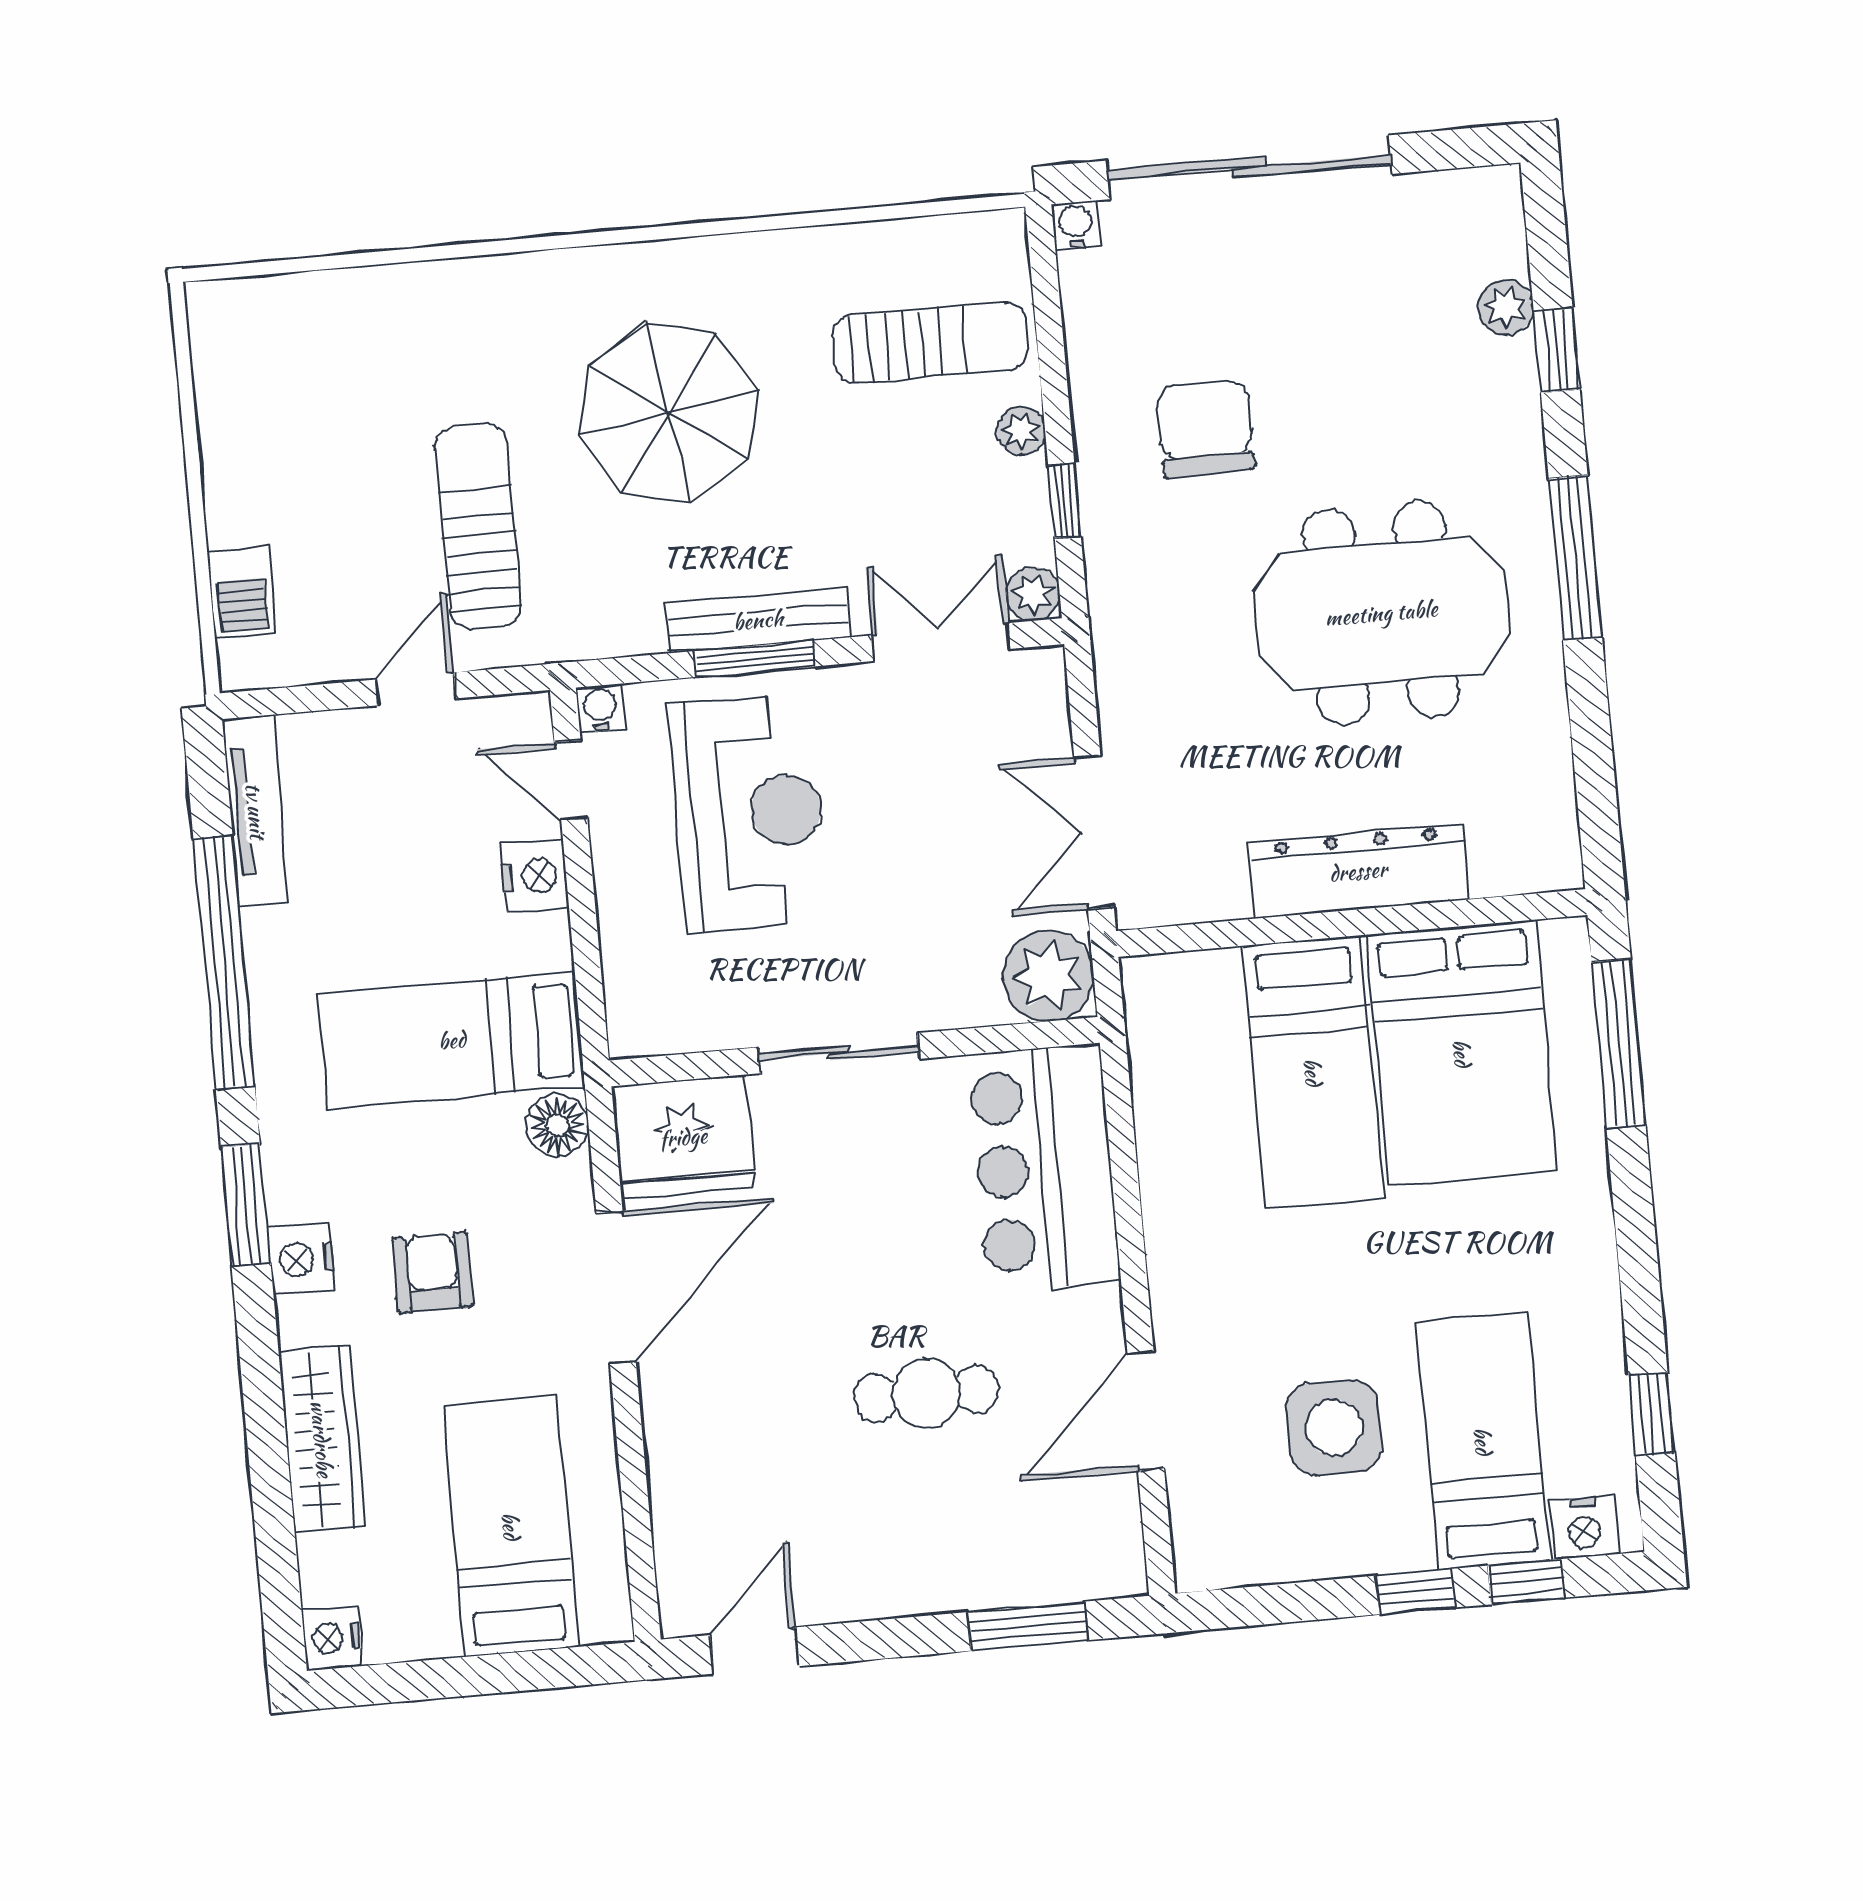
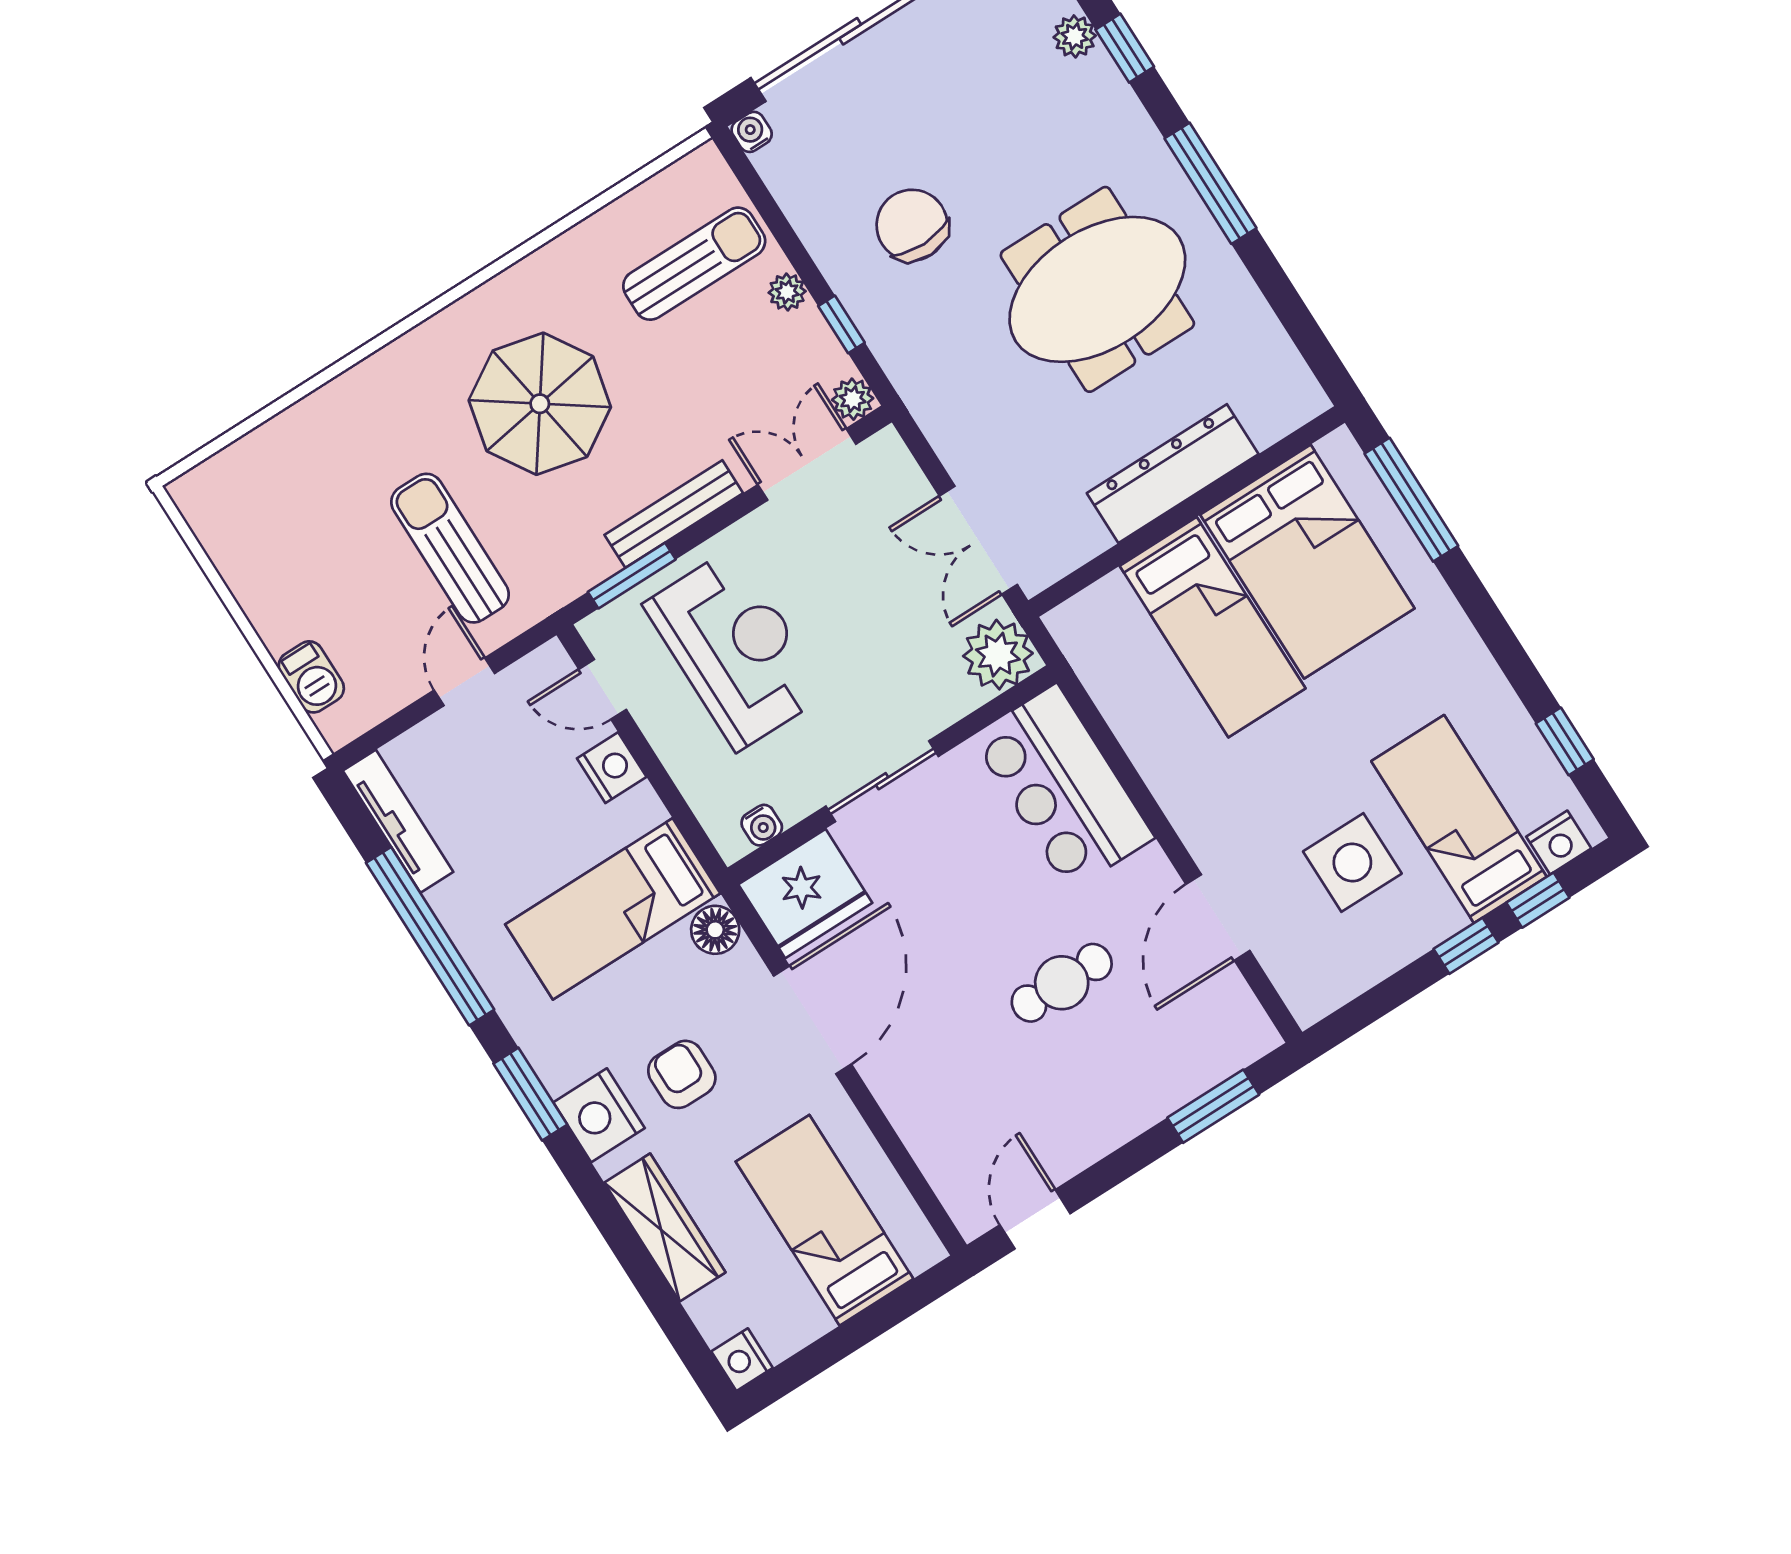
window: (755, 659) -> (632, 576), moved
water cooler: (600, 708) -> (762, 825), moved, turned 180
nightstand: (301, 1259) -> (599, 1115), width x1.36, depth x1.33

